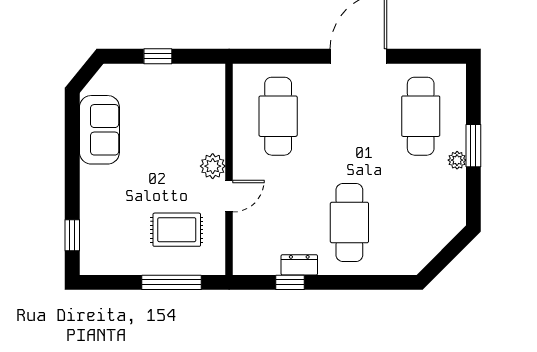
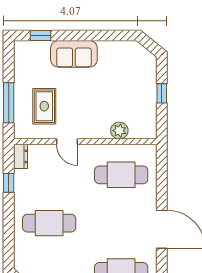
sofa: (99, 130) -> (74, 54), moved
plant: (213, 166) -> (119, 131), moved
dresser: (299, 265) -> (20, 156), moved

